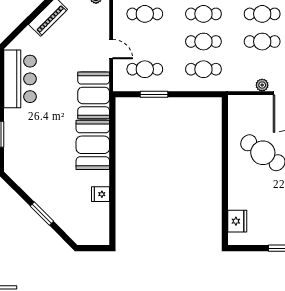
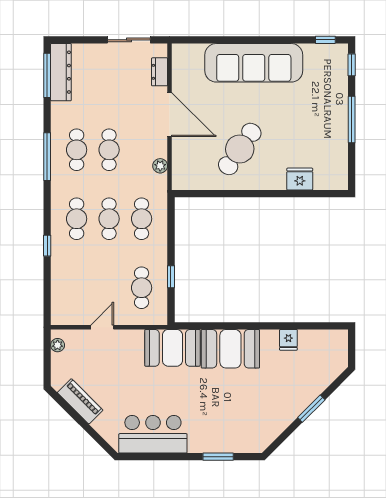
cafe table: (145, 14) -> (77, 288), removed
door: (111, 49) -> (102, 327), moved
plant: (262, 85) -> (160, 166), moved
window: (154, 94) -> (171, 277), width x0.67
fridge: (237, 221) -> (300, 179), moved

